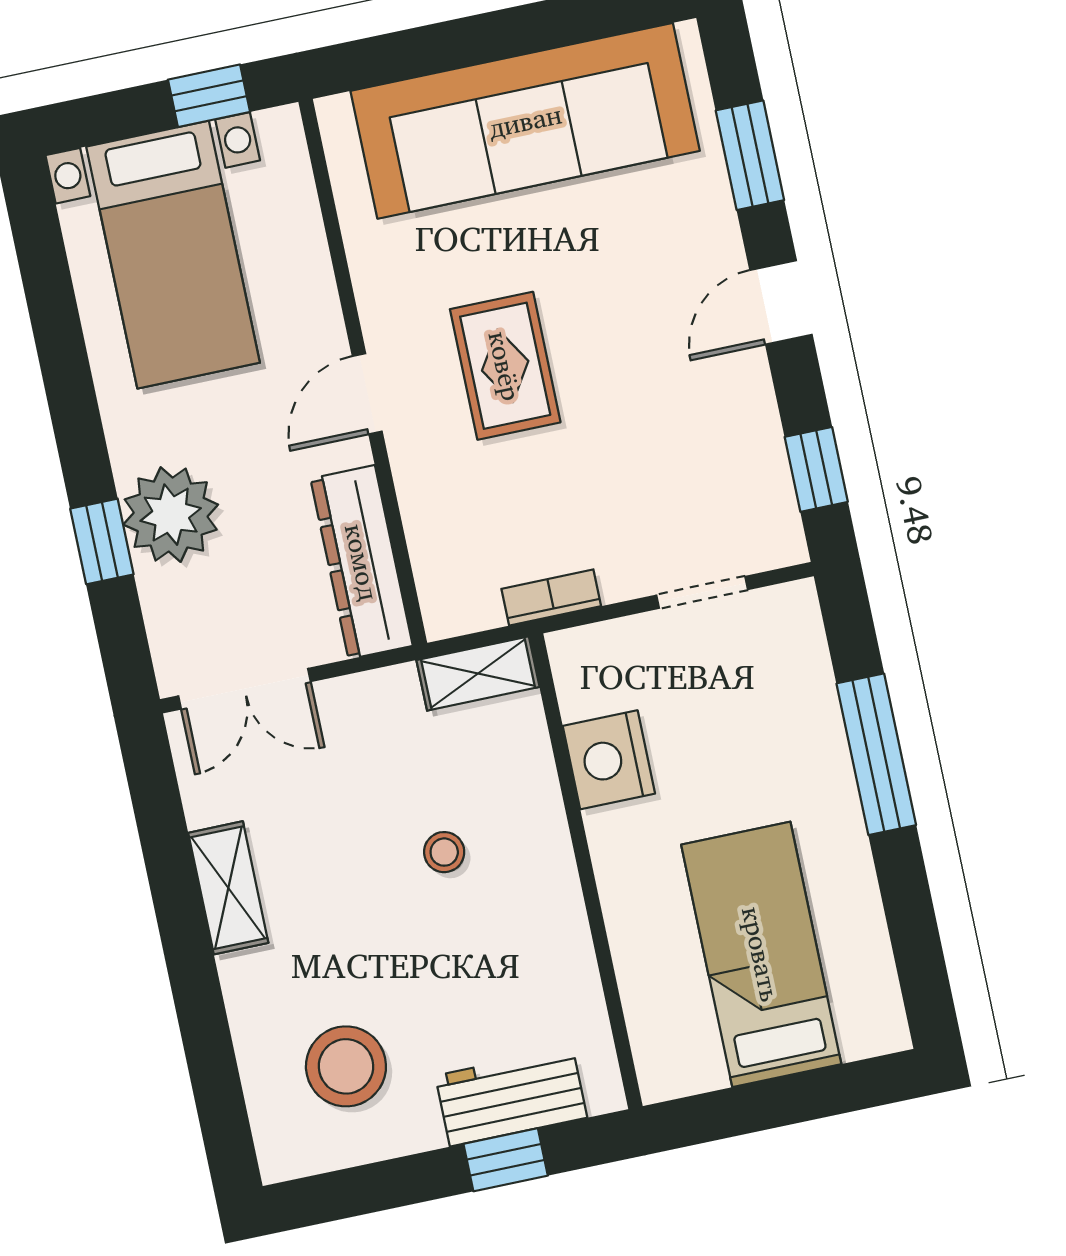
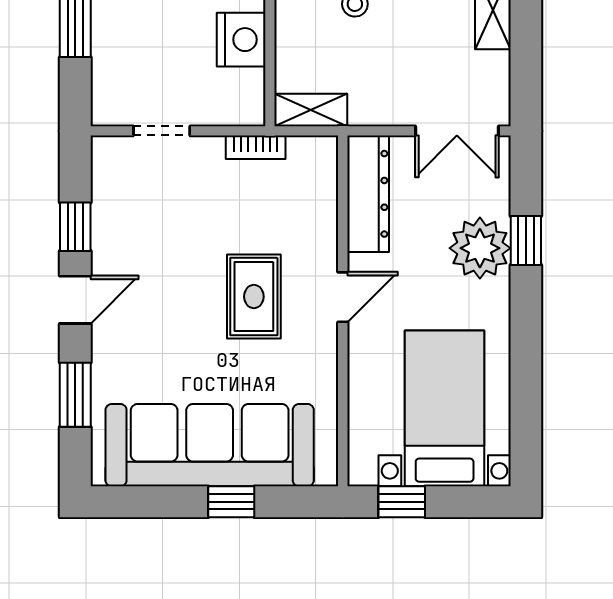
window: (473, 40) -> (231, 502), added
window: (816, 469) -> (75, 227), moved
double door: (245, 689) -> (457, 131), swing flipped

